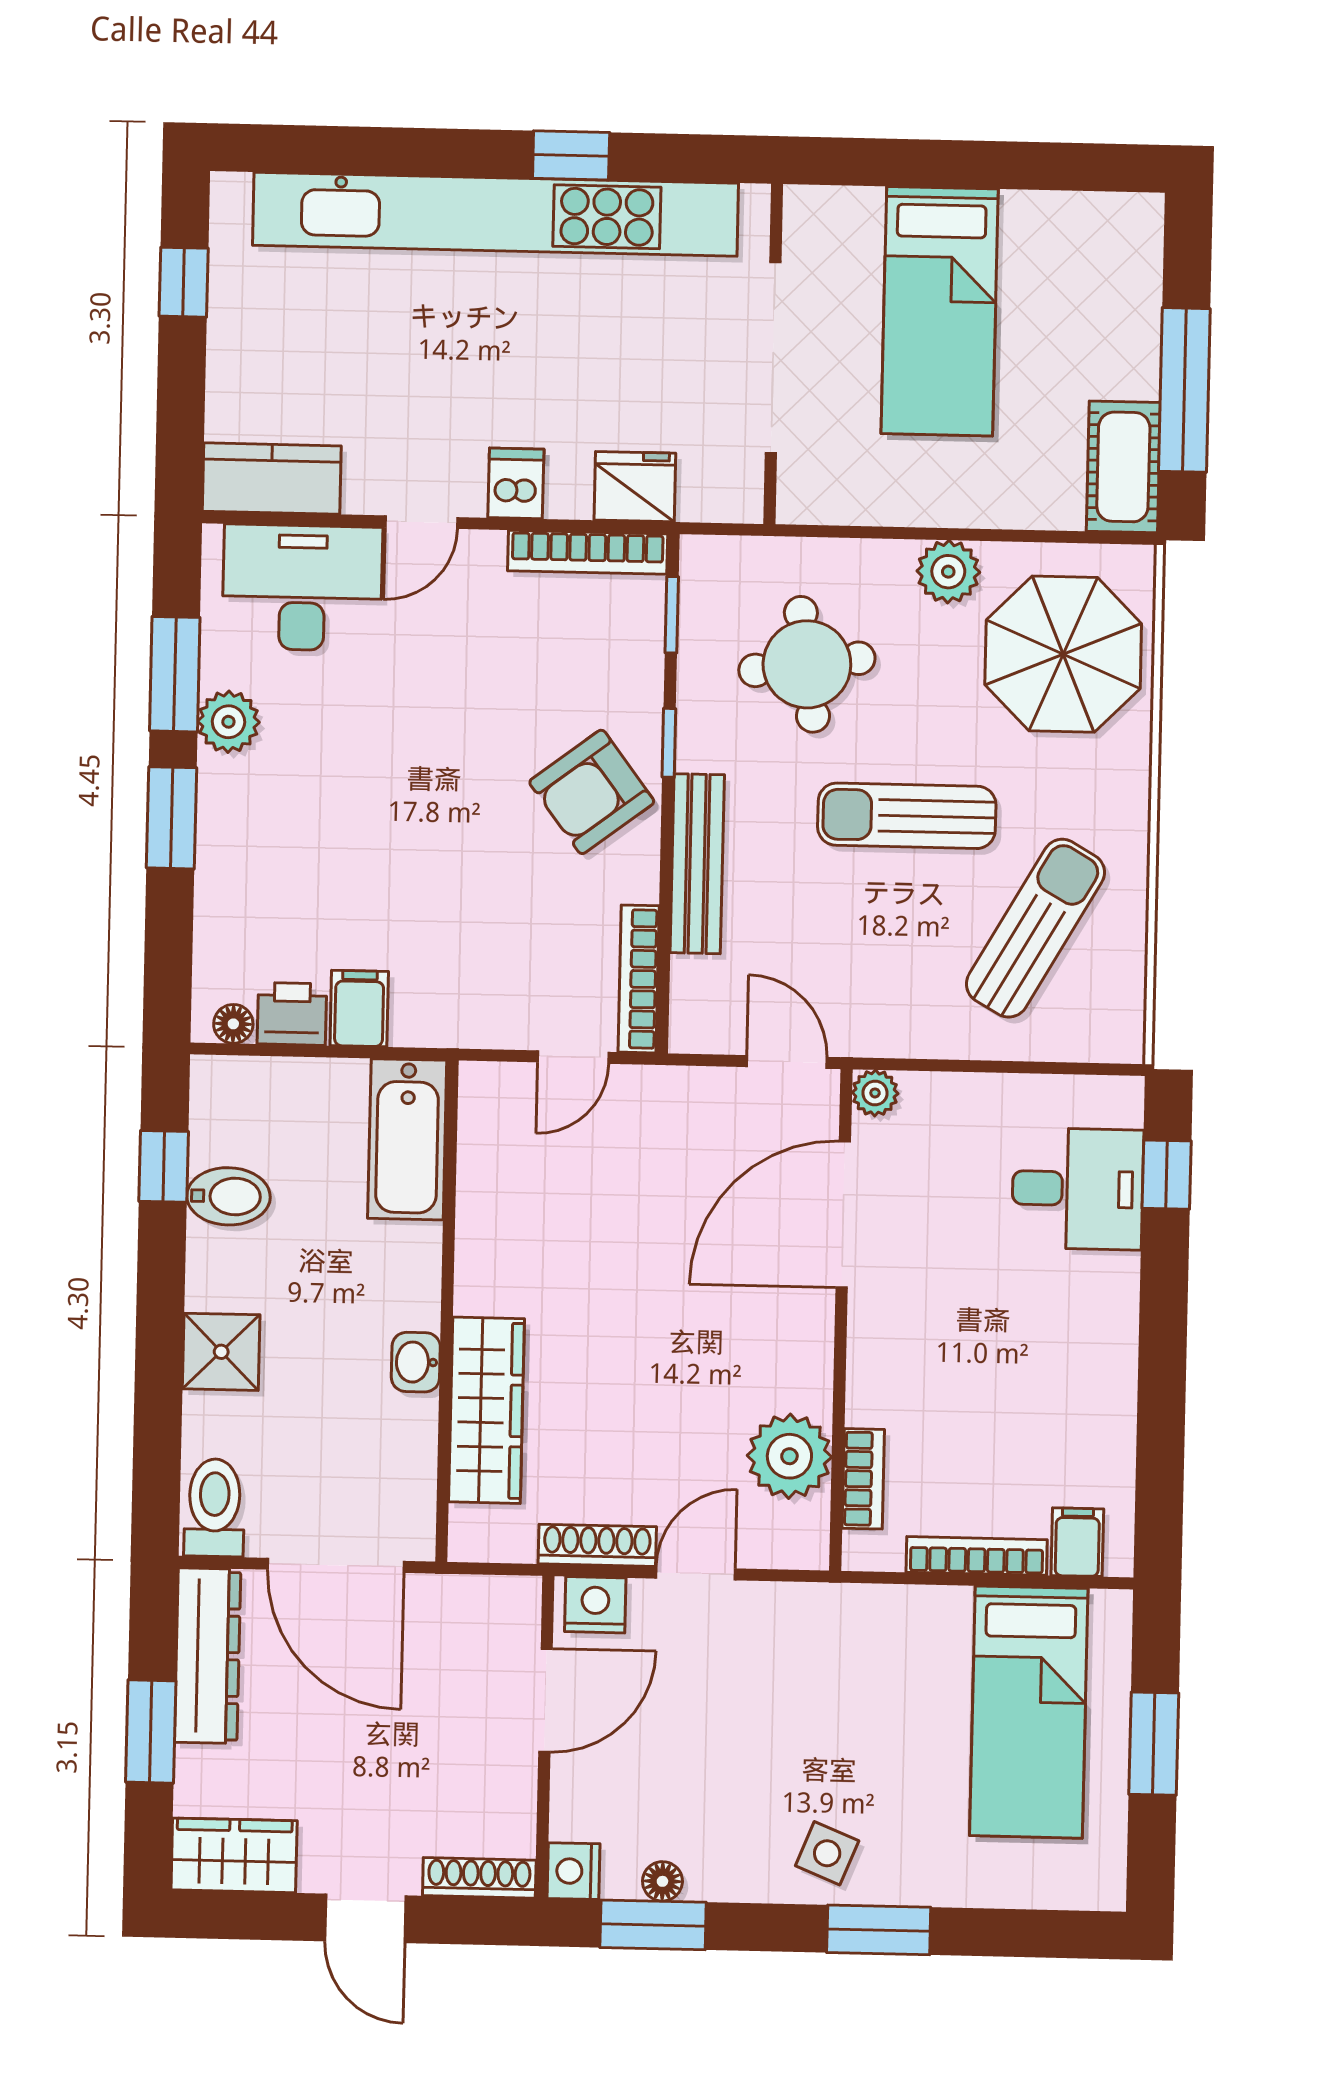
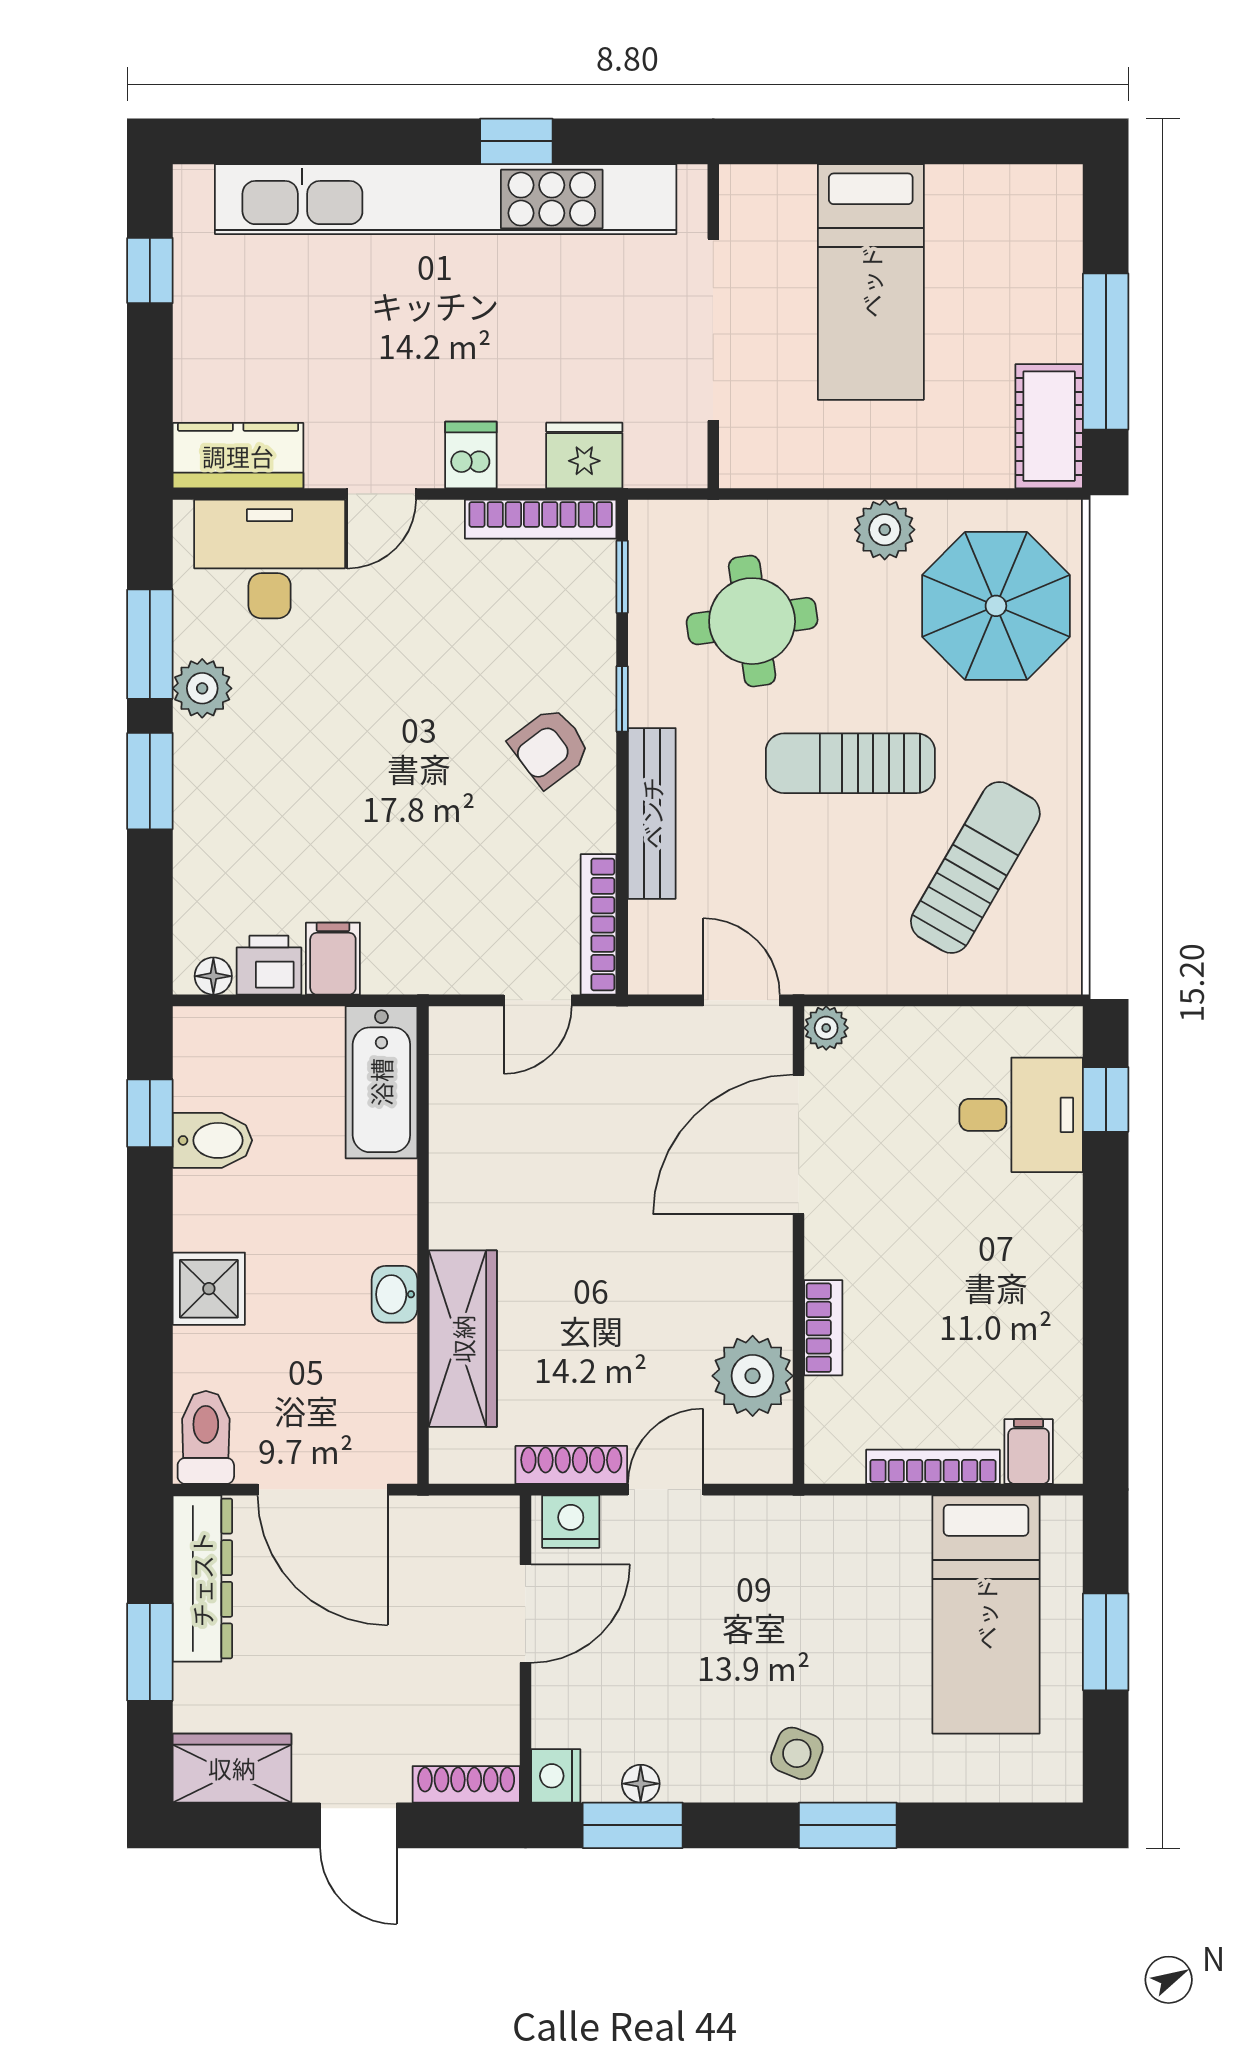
armchair: (592, 792) -> (550, 747), width x0.72, depth x0.72
bookcase: (863, 1479) -> (823, 1328), moved

